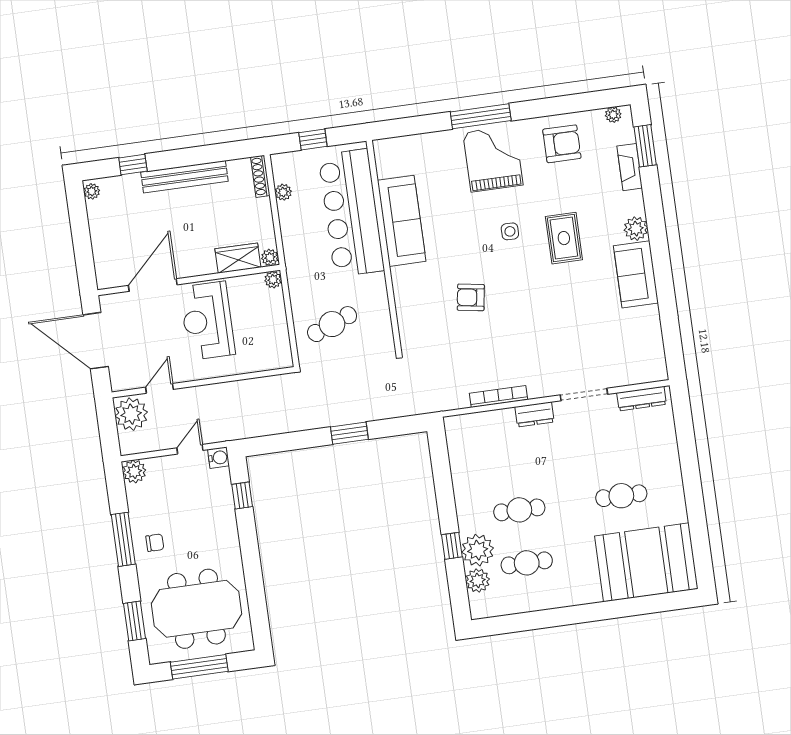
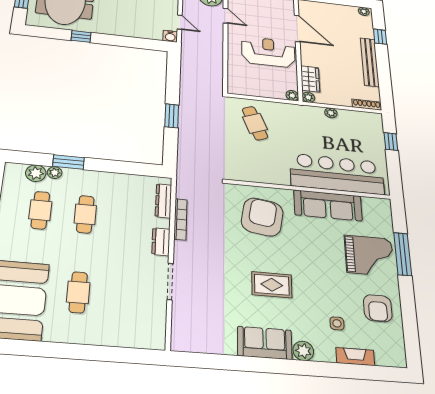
plant: (613, 115) -> (399, 353), removed
window: (645, 146) -> (372, 373), removed
plant: (283, 192) -> (331, 113), moved
bar counter: (351, 213) -> (337, 174), moved
sofa: (402, 221) -> (328, 205), moved
side table: (510, 231) -> (337, 323), moved
rug: (564, 238) -> (272, 285), moved
wall: (384, 246) -> (310, 189), moved
armchair: (471, 297) -> (262, 217), width x1.88, depth x1.88
dresser: (642, 399) -> (164, 201), moved
window: (242, 496) -> (81, 36), moved
window: (452, 546) -> (68, 162), width x1.50
plant: (478, 550) -> (55, 173), width x0.53, depth x0.53

